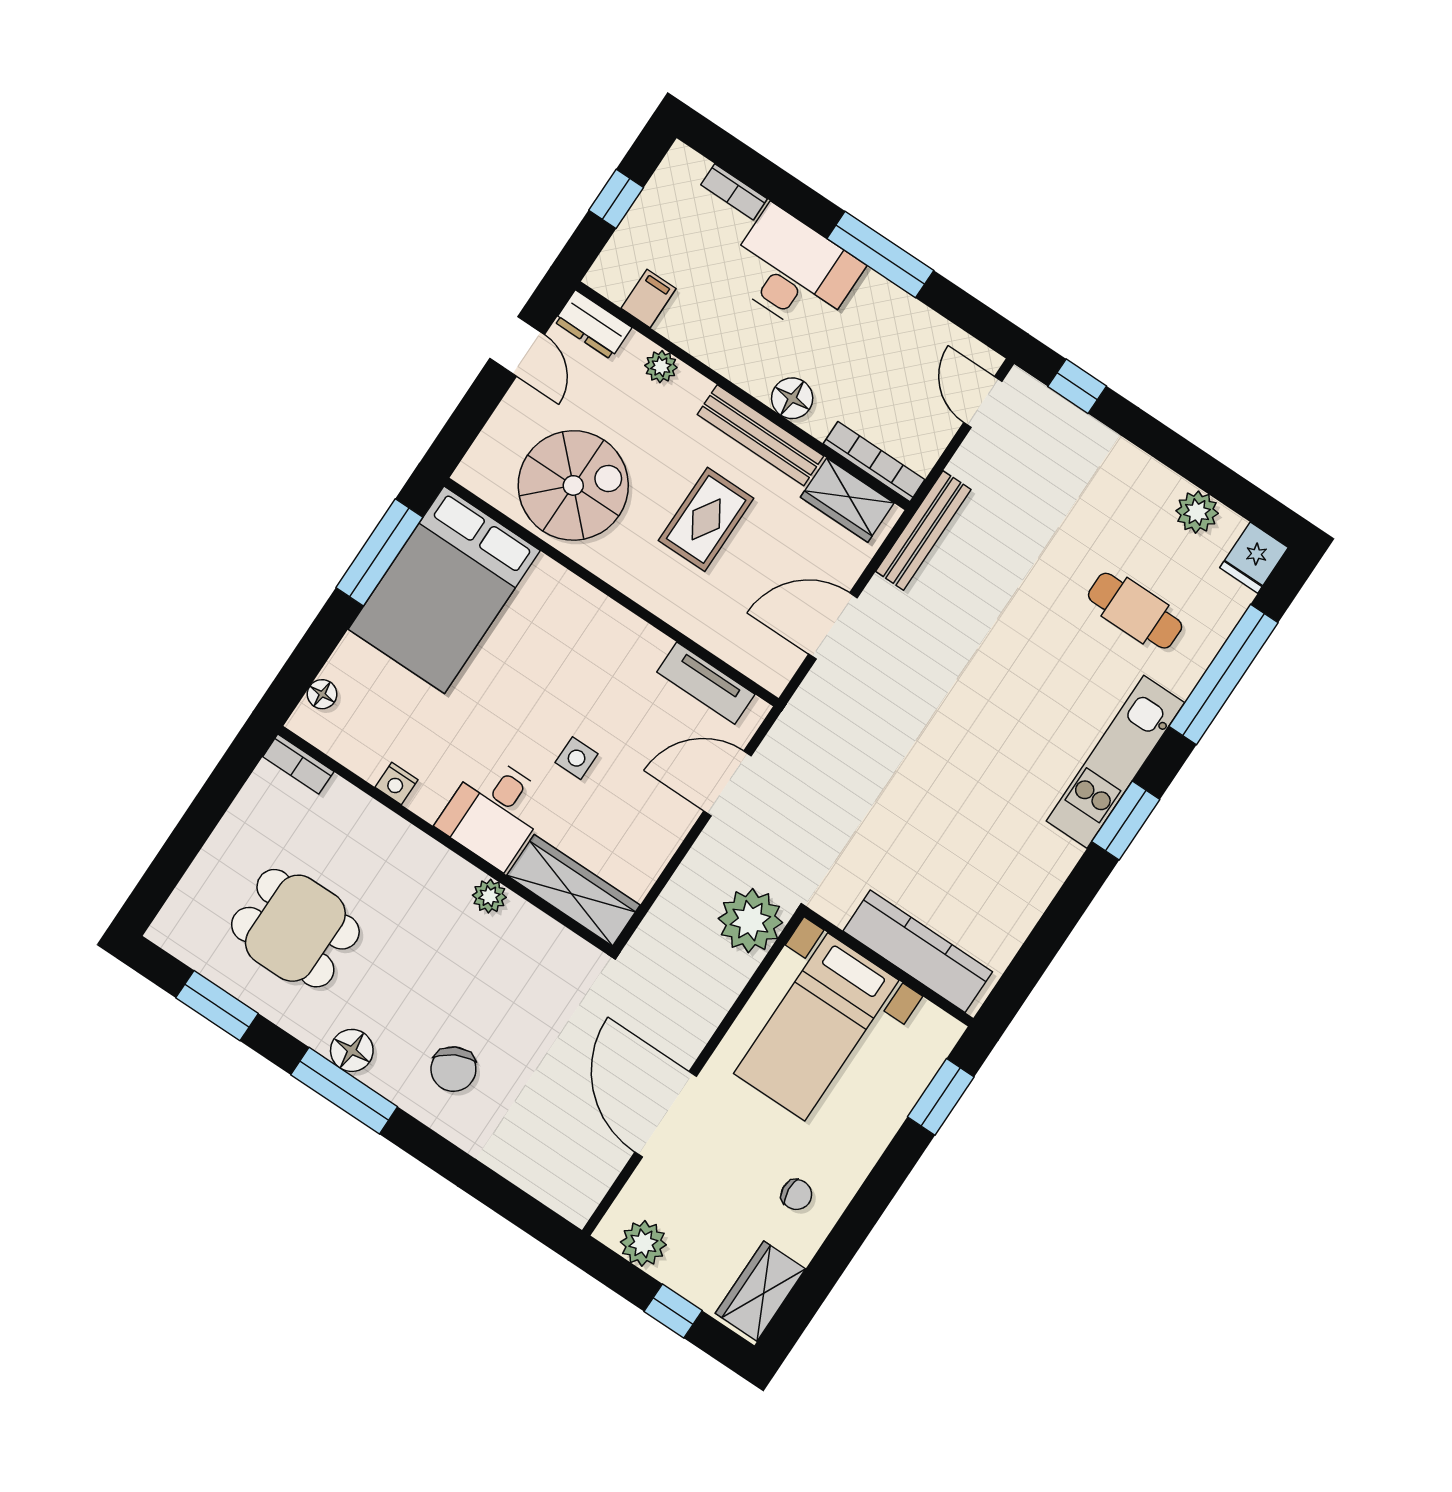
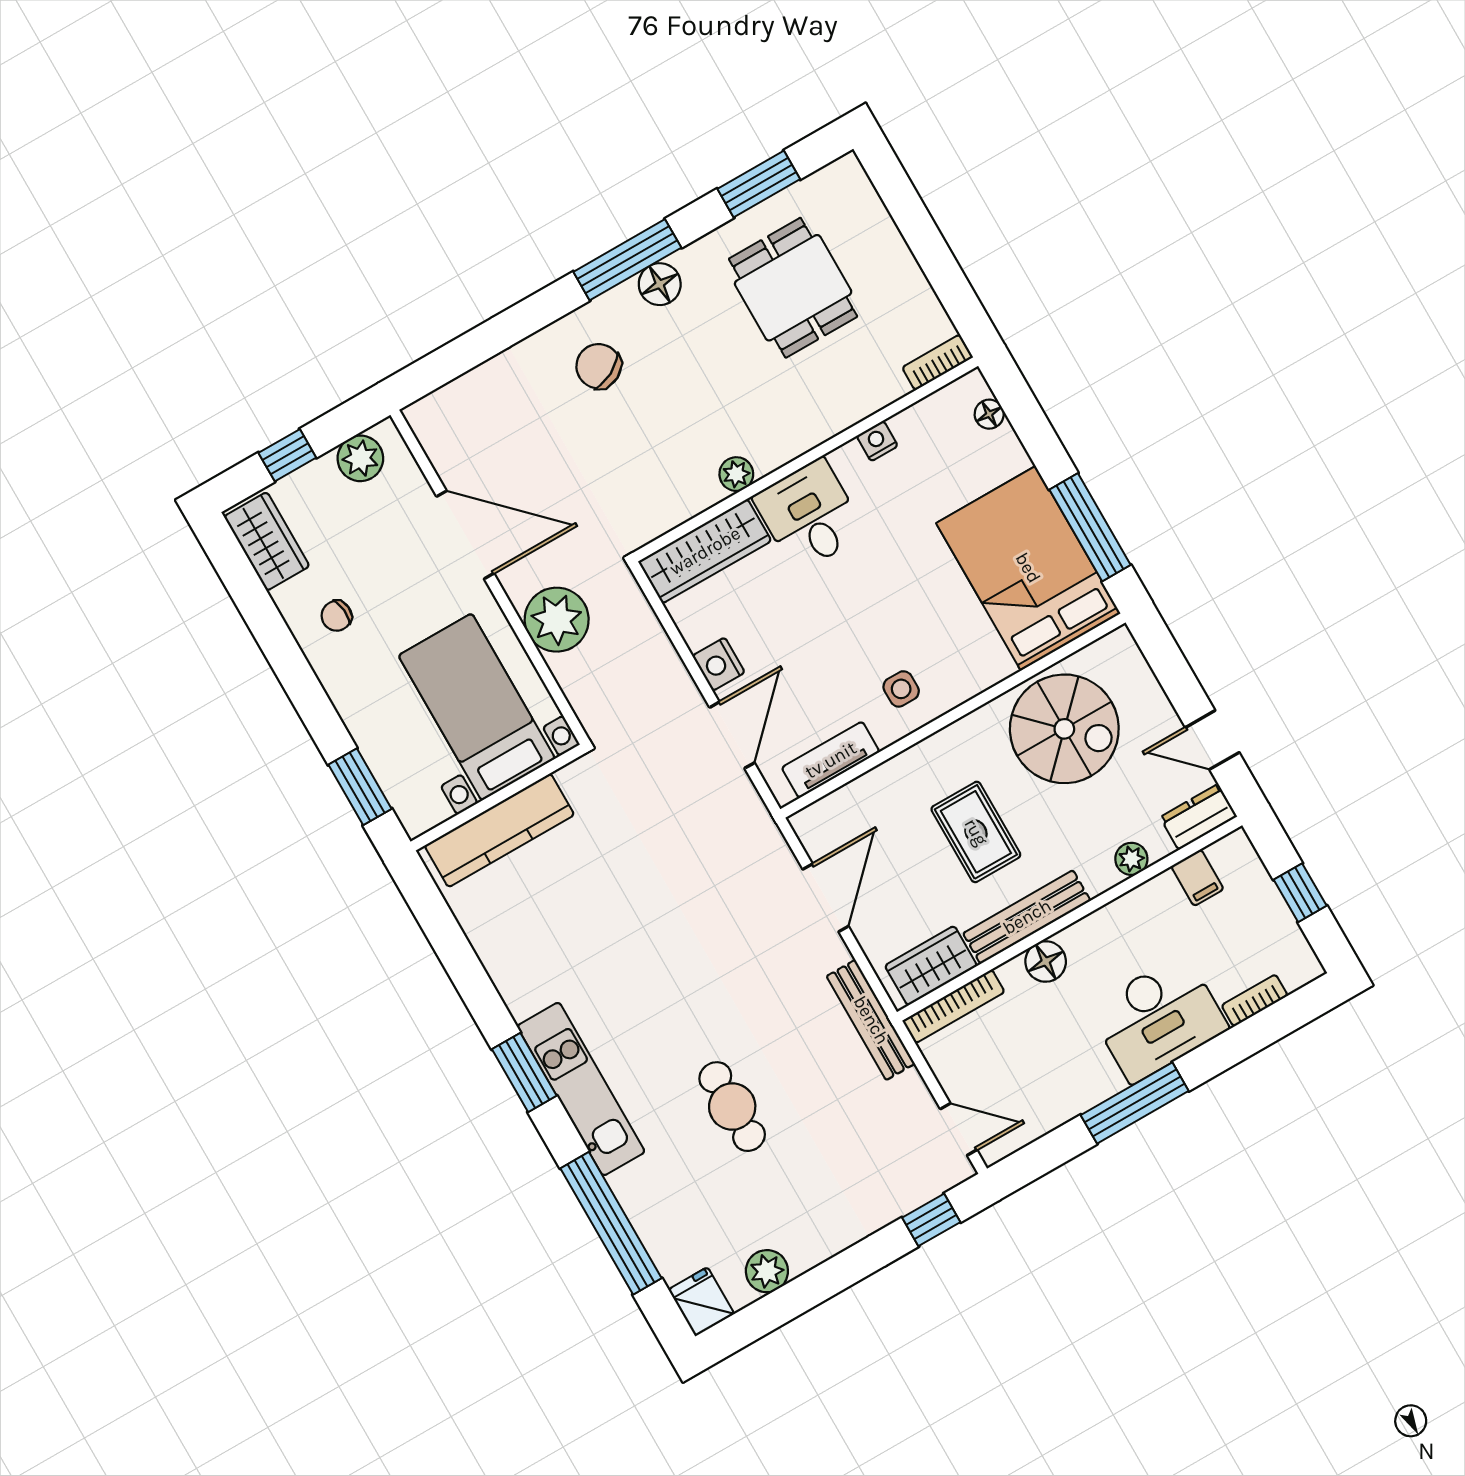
spiral stairs: (573, 485) -> (1064, 729), turned -90
cafe table: (1135, 611) -> (732, 1107), moved, turned 90
side table: (577, 758) -> (901, 689), moved
nightstand: (669, 827) -> (719, 664), added
plant: (750, 921) -> (557, 620), moved
dining table: (295, 928) -> (793, 288), turned 90

